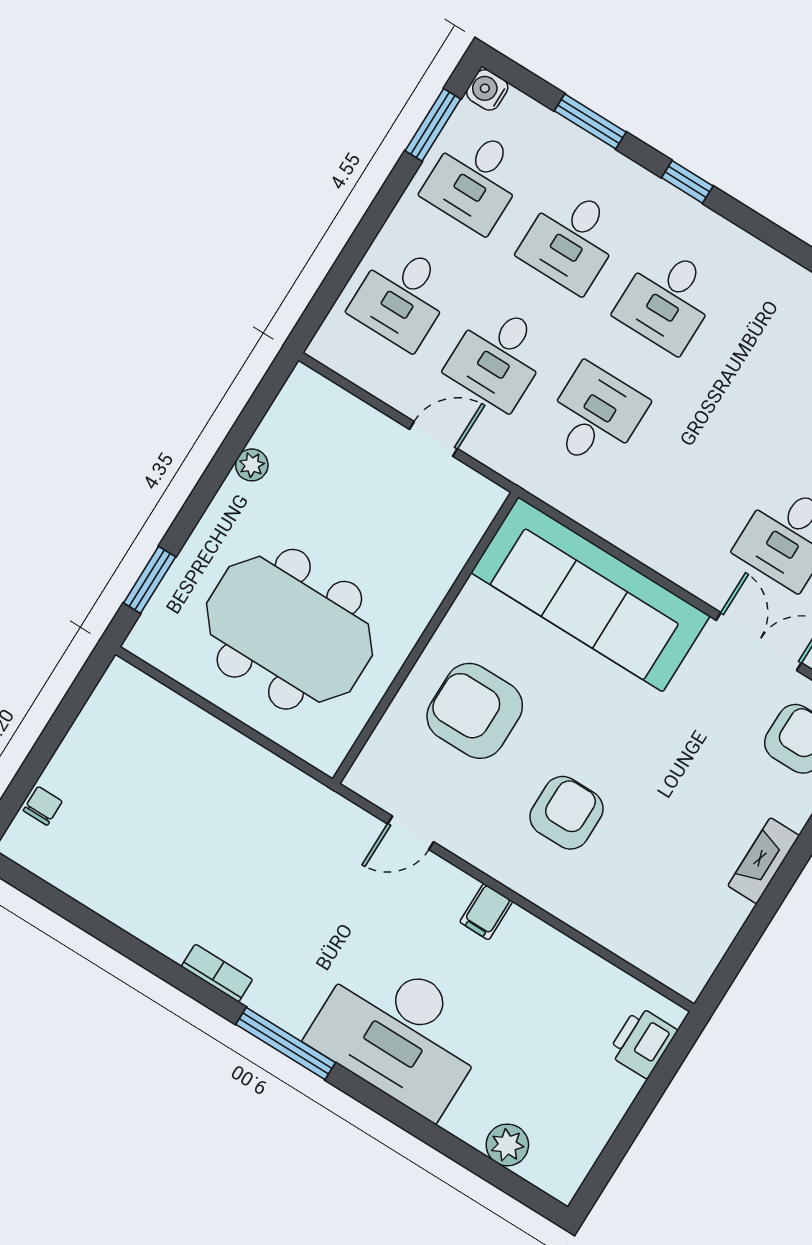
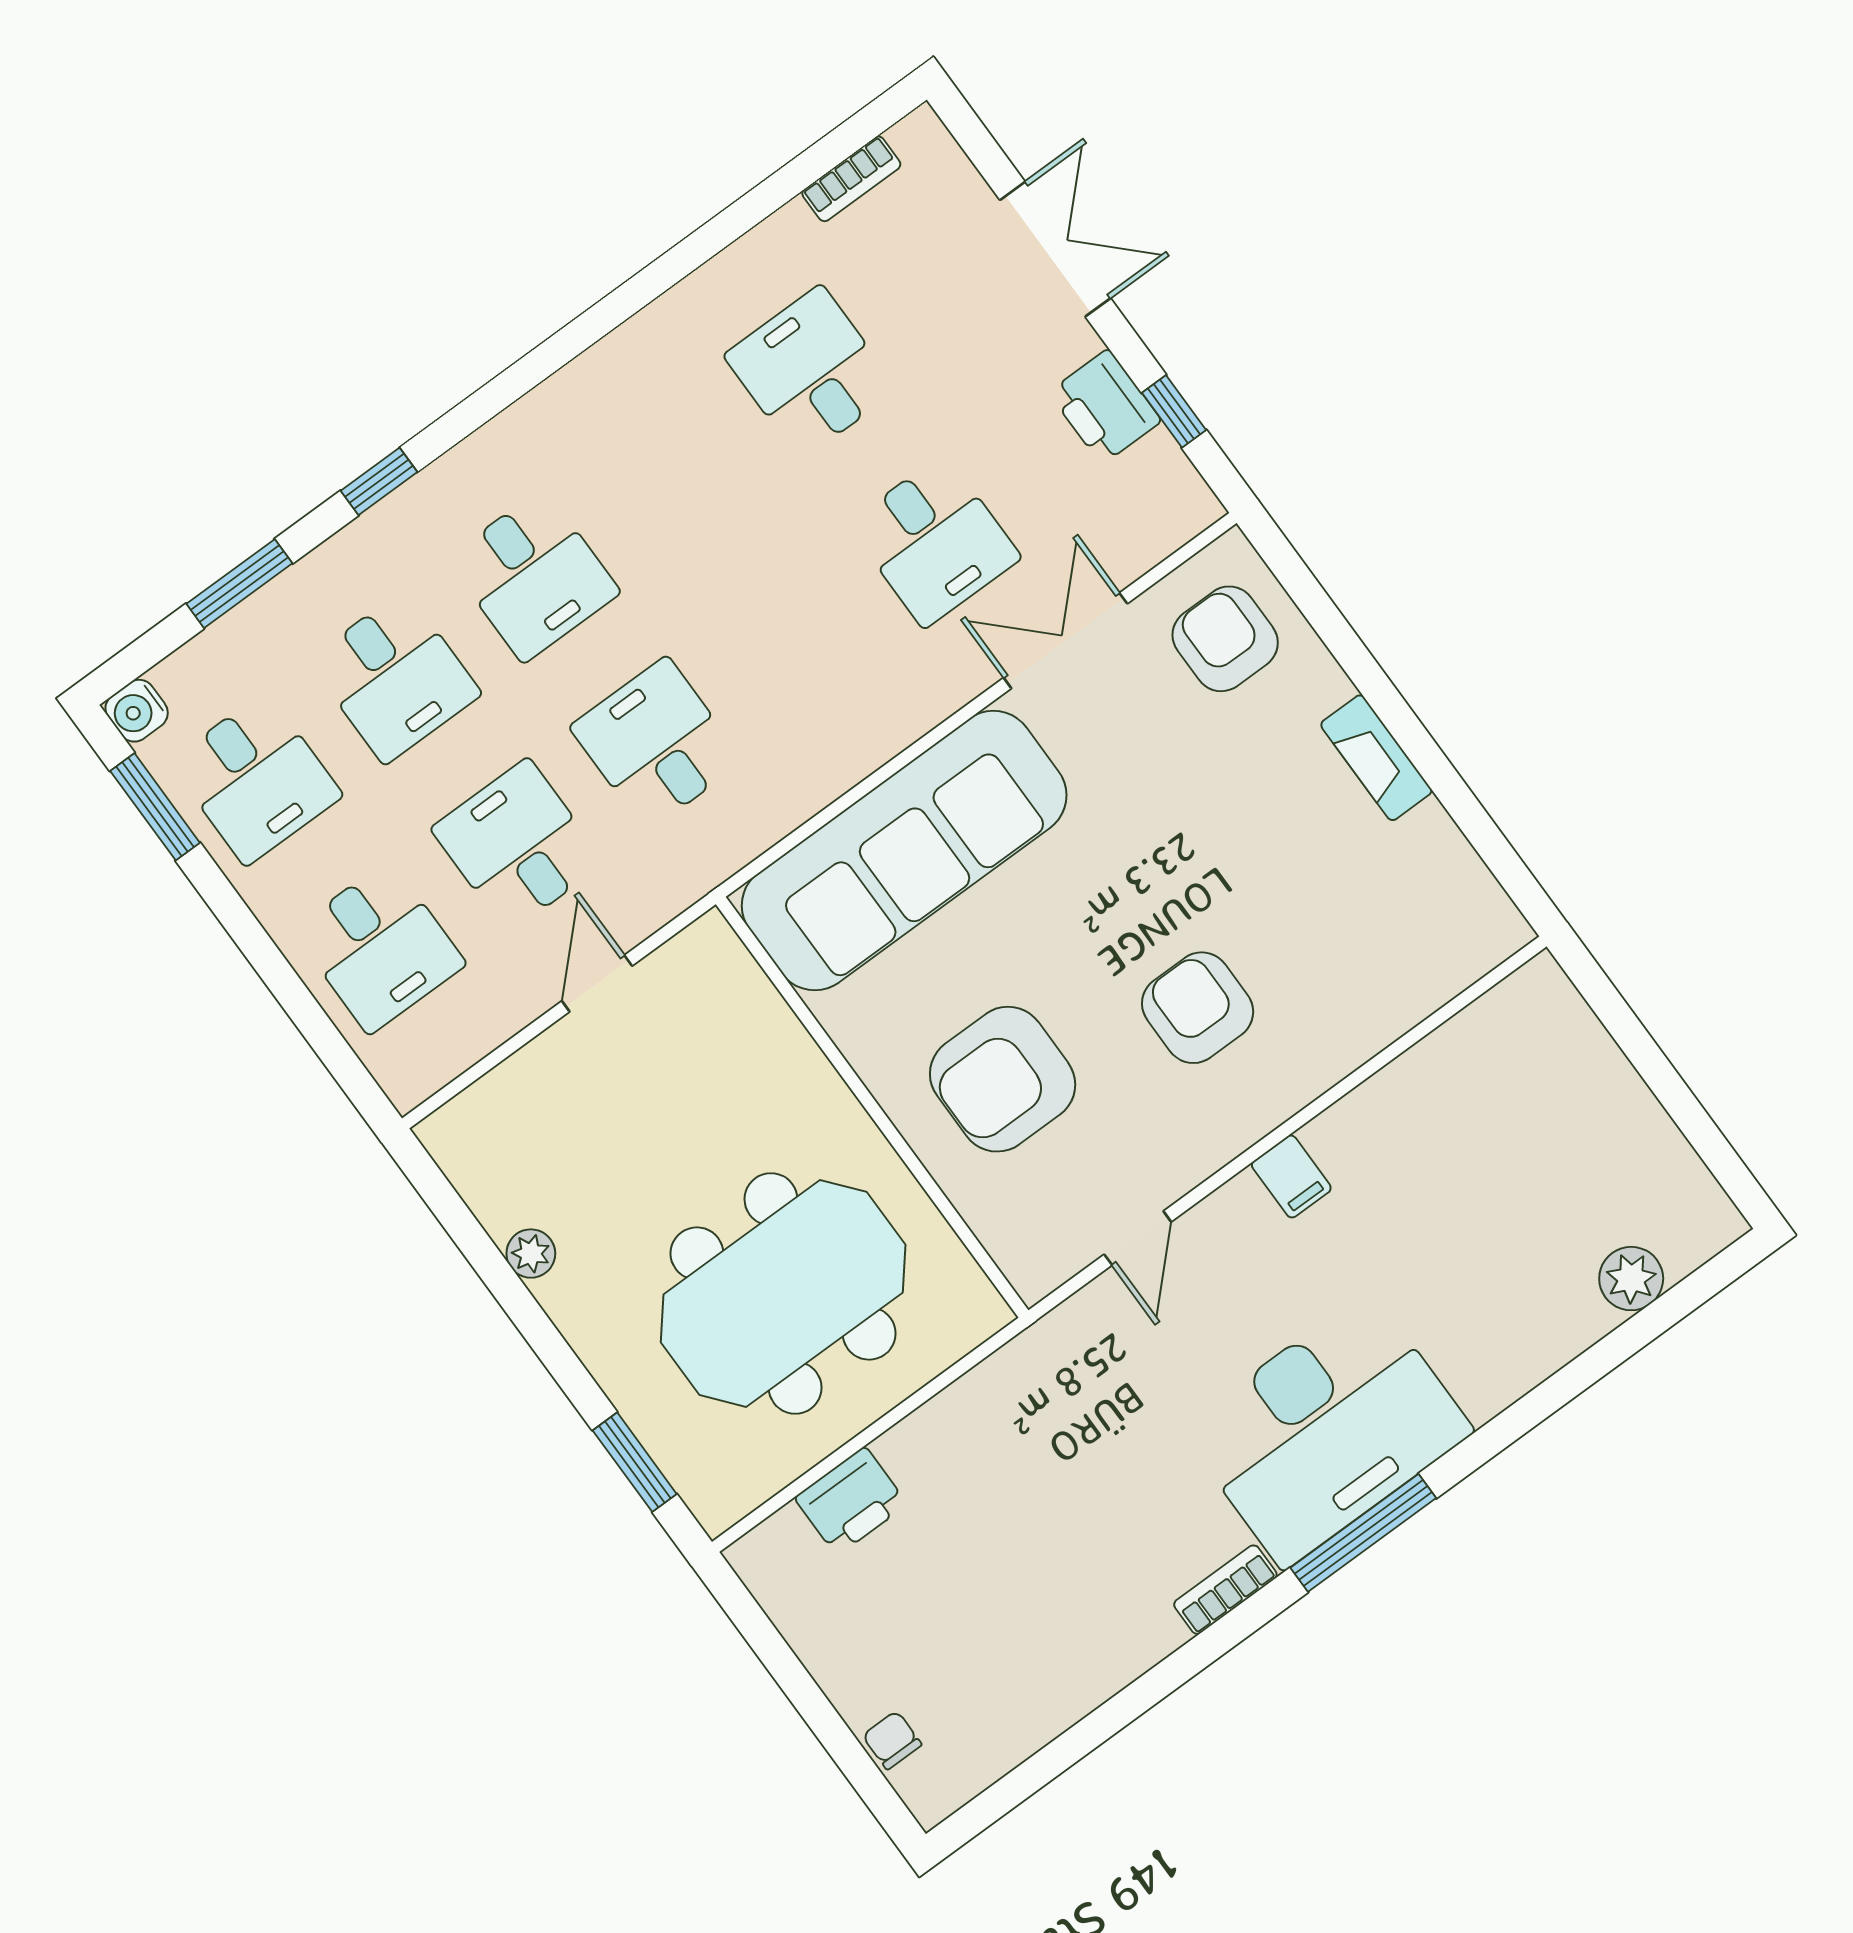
desk: (498, 357) -> (518, 846), turned 180
desk: (400, 1033) -> (1327, 1430), moved
printer: (642, 1042) -> (851, 1501), moved, turned -90

